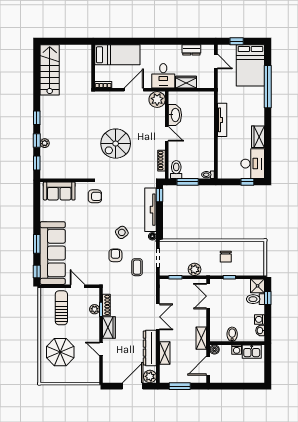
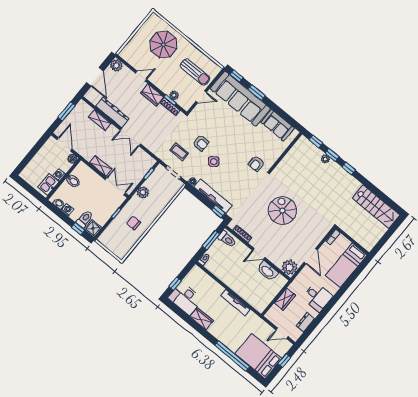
desk: (163, 76) -> (317, 297), moved, turned 180
sofa: (59, 191) -> (278, 125), moved, turned -90
shelving: (201, 338) -> (101, 166), moved
plant: (150, 376) -> (116, 65), moved

